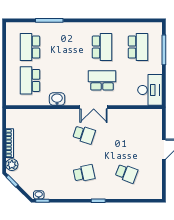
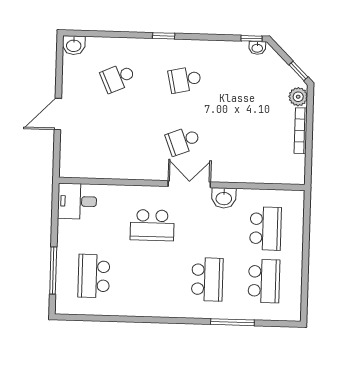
school desk: (102, 47) -> (207, 279), moved, turned 180
desk: (150, 90) -> (77, 201), width x0.73
double door: (94, 107) -> (189, 184), moved
school desk: (84, 134) -> (183, 141), turned -39
school desk: (127, 173) -> (118, 78), turned -45
washbasin: (155, 193) -> (74, 45), added

